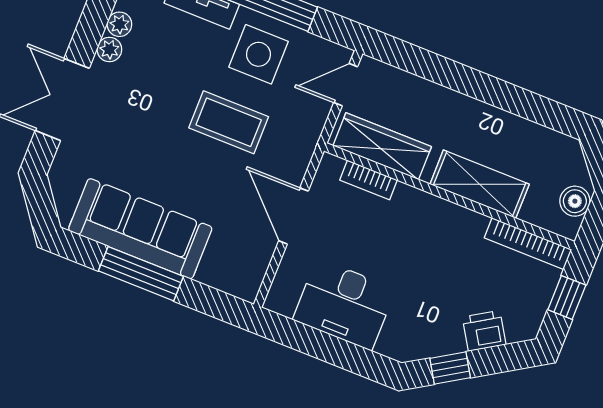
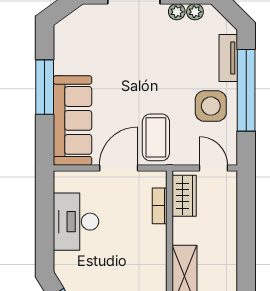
coffee table: (229, 122) -> (156, 137), moved
wardrobe: (382, 146) -> (184, 196), width x0.67
sofa: (140, 229) -> (73, 120), moved

